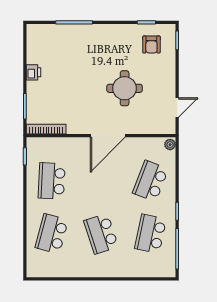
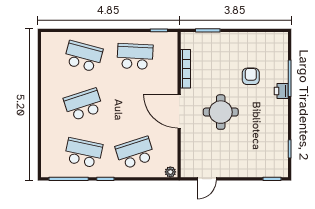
armchair: (151, 45) -> (251, 76), moved, turned 90
printer: (34, 72) -> (281, 91), moved, turned 90
round table: (125, 88) -> (221, 112), moved
door: (177, 107) -> (207, 179), hinge flipped
bookcase: (46, 129) -> (185, 69), moved
school desk: (150, 181) -> (135, 153), turned -39

